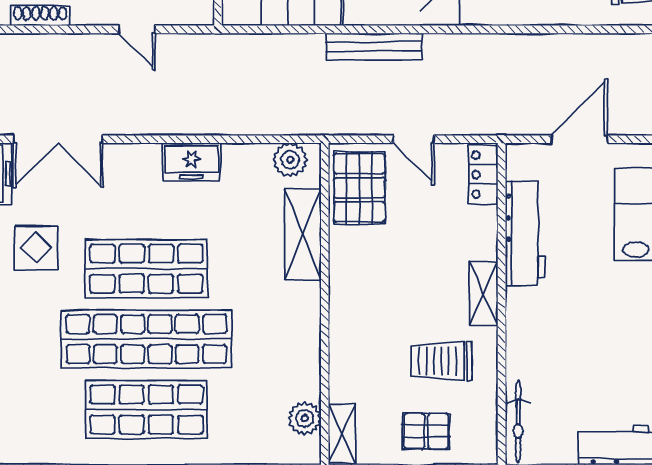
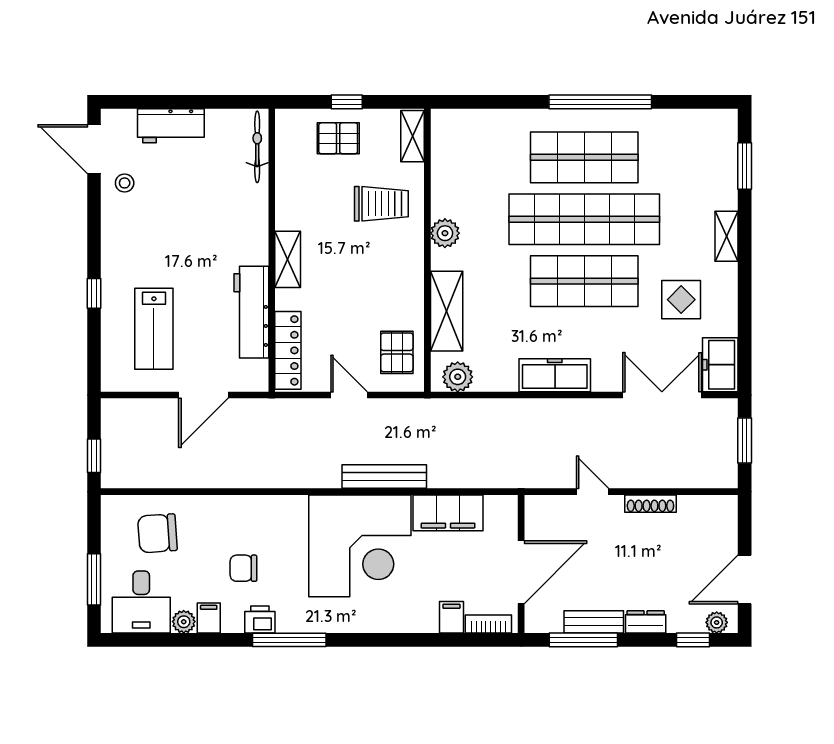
shoe rack: (40, 16) -> (650, 504), moved
freezer: (191, 162) -> (555, 375), width x1.40
locker: (483, 175) -> (288, 350), width x1.53
pallet: (359, 188) -> (397, 352), width x0.67, depth x0.71
trolley: (442, 361) -> (381, 204), moved
plant: (305, 418) -> (445, 233), moved

